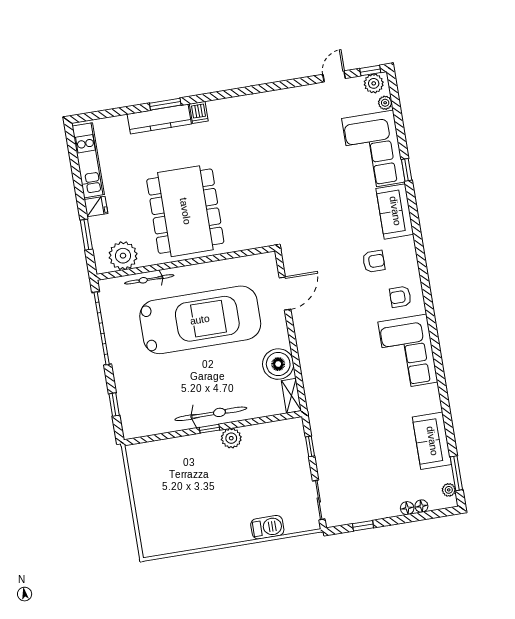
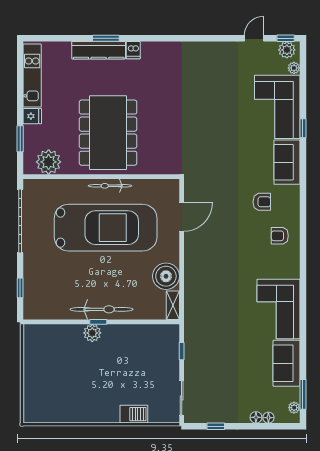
bicycle: (149, 279) -> (110, 186), moved
corner sofa: (408, 352) -> (278, 309), moved
plant: (231, 438) -> (92, 333), moved

